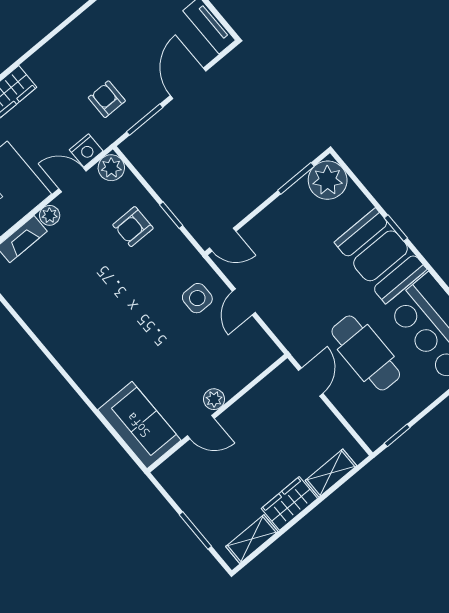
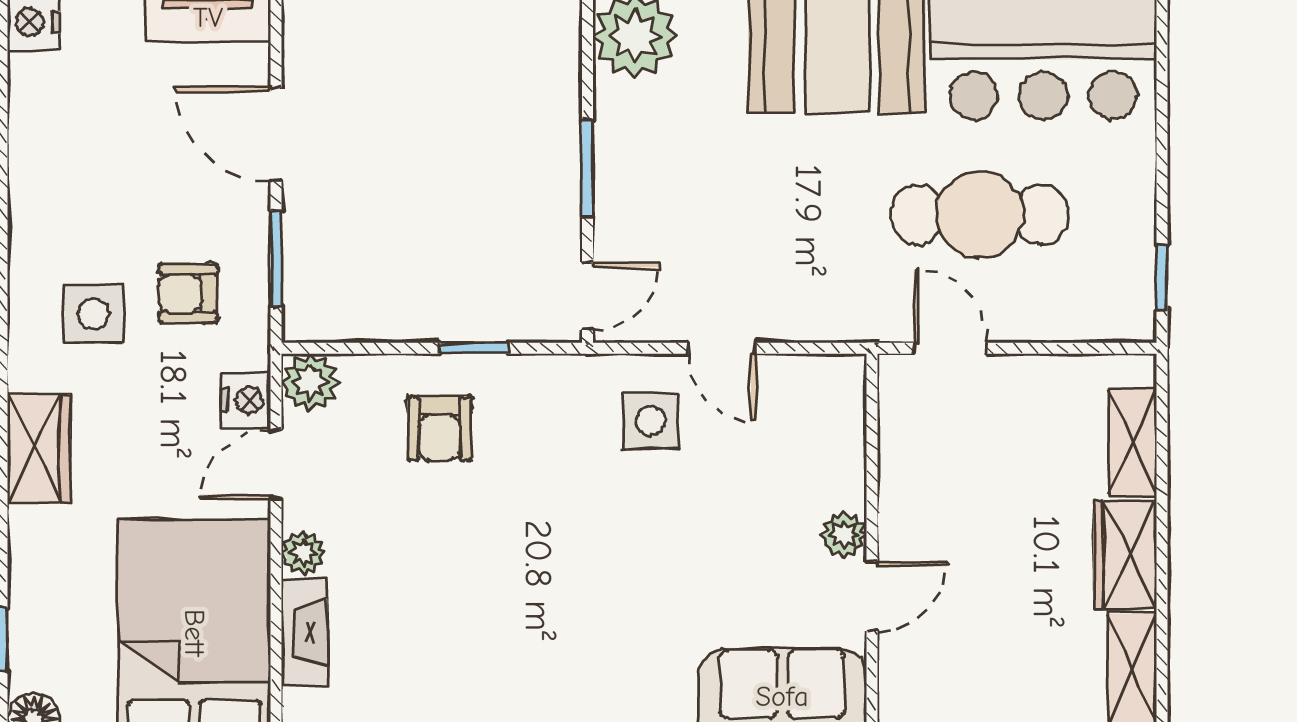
side table: (72, 72) -> (94, 314), added
window: (296, 178) -> (587, 168), moved

